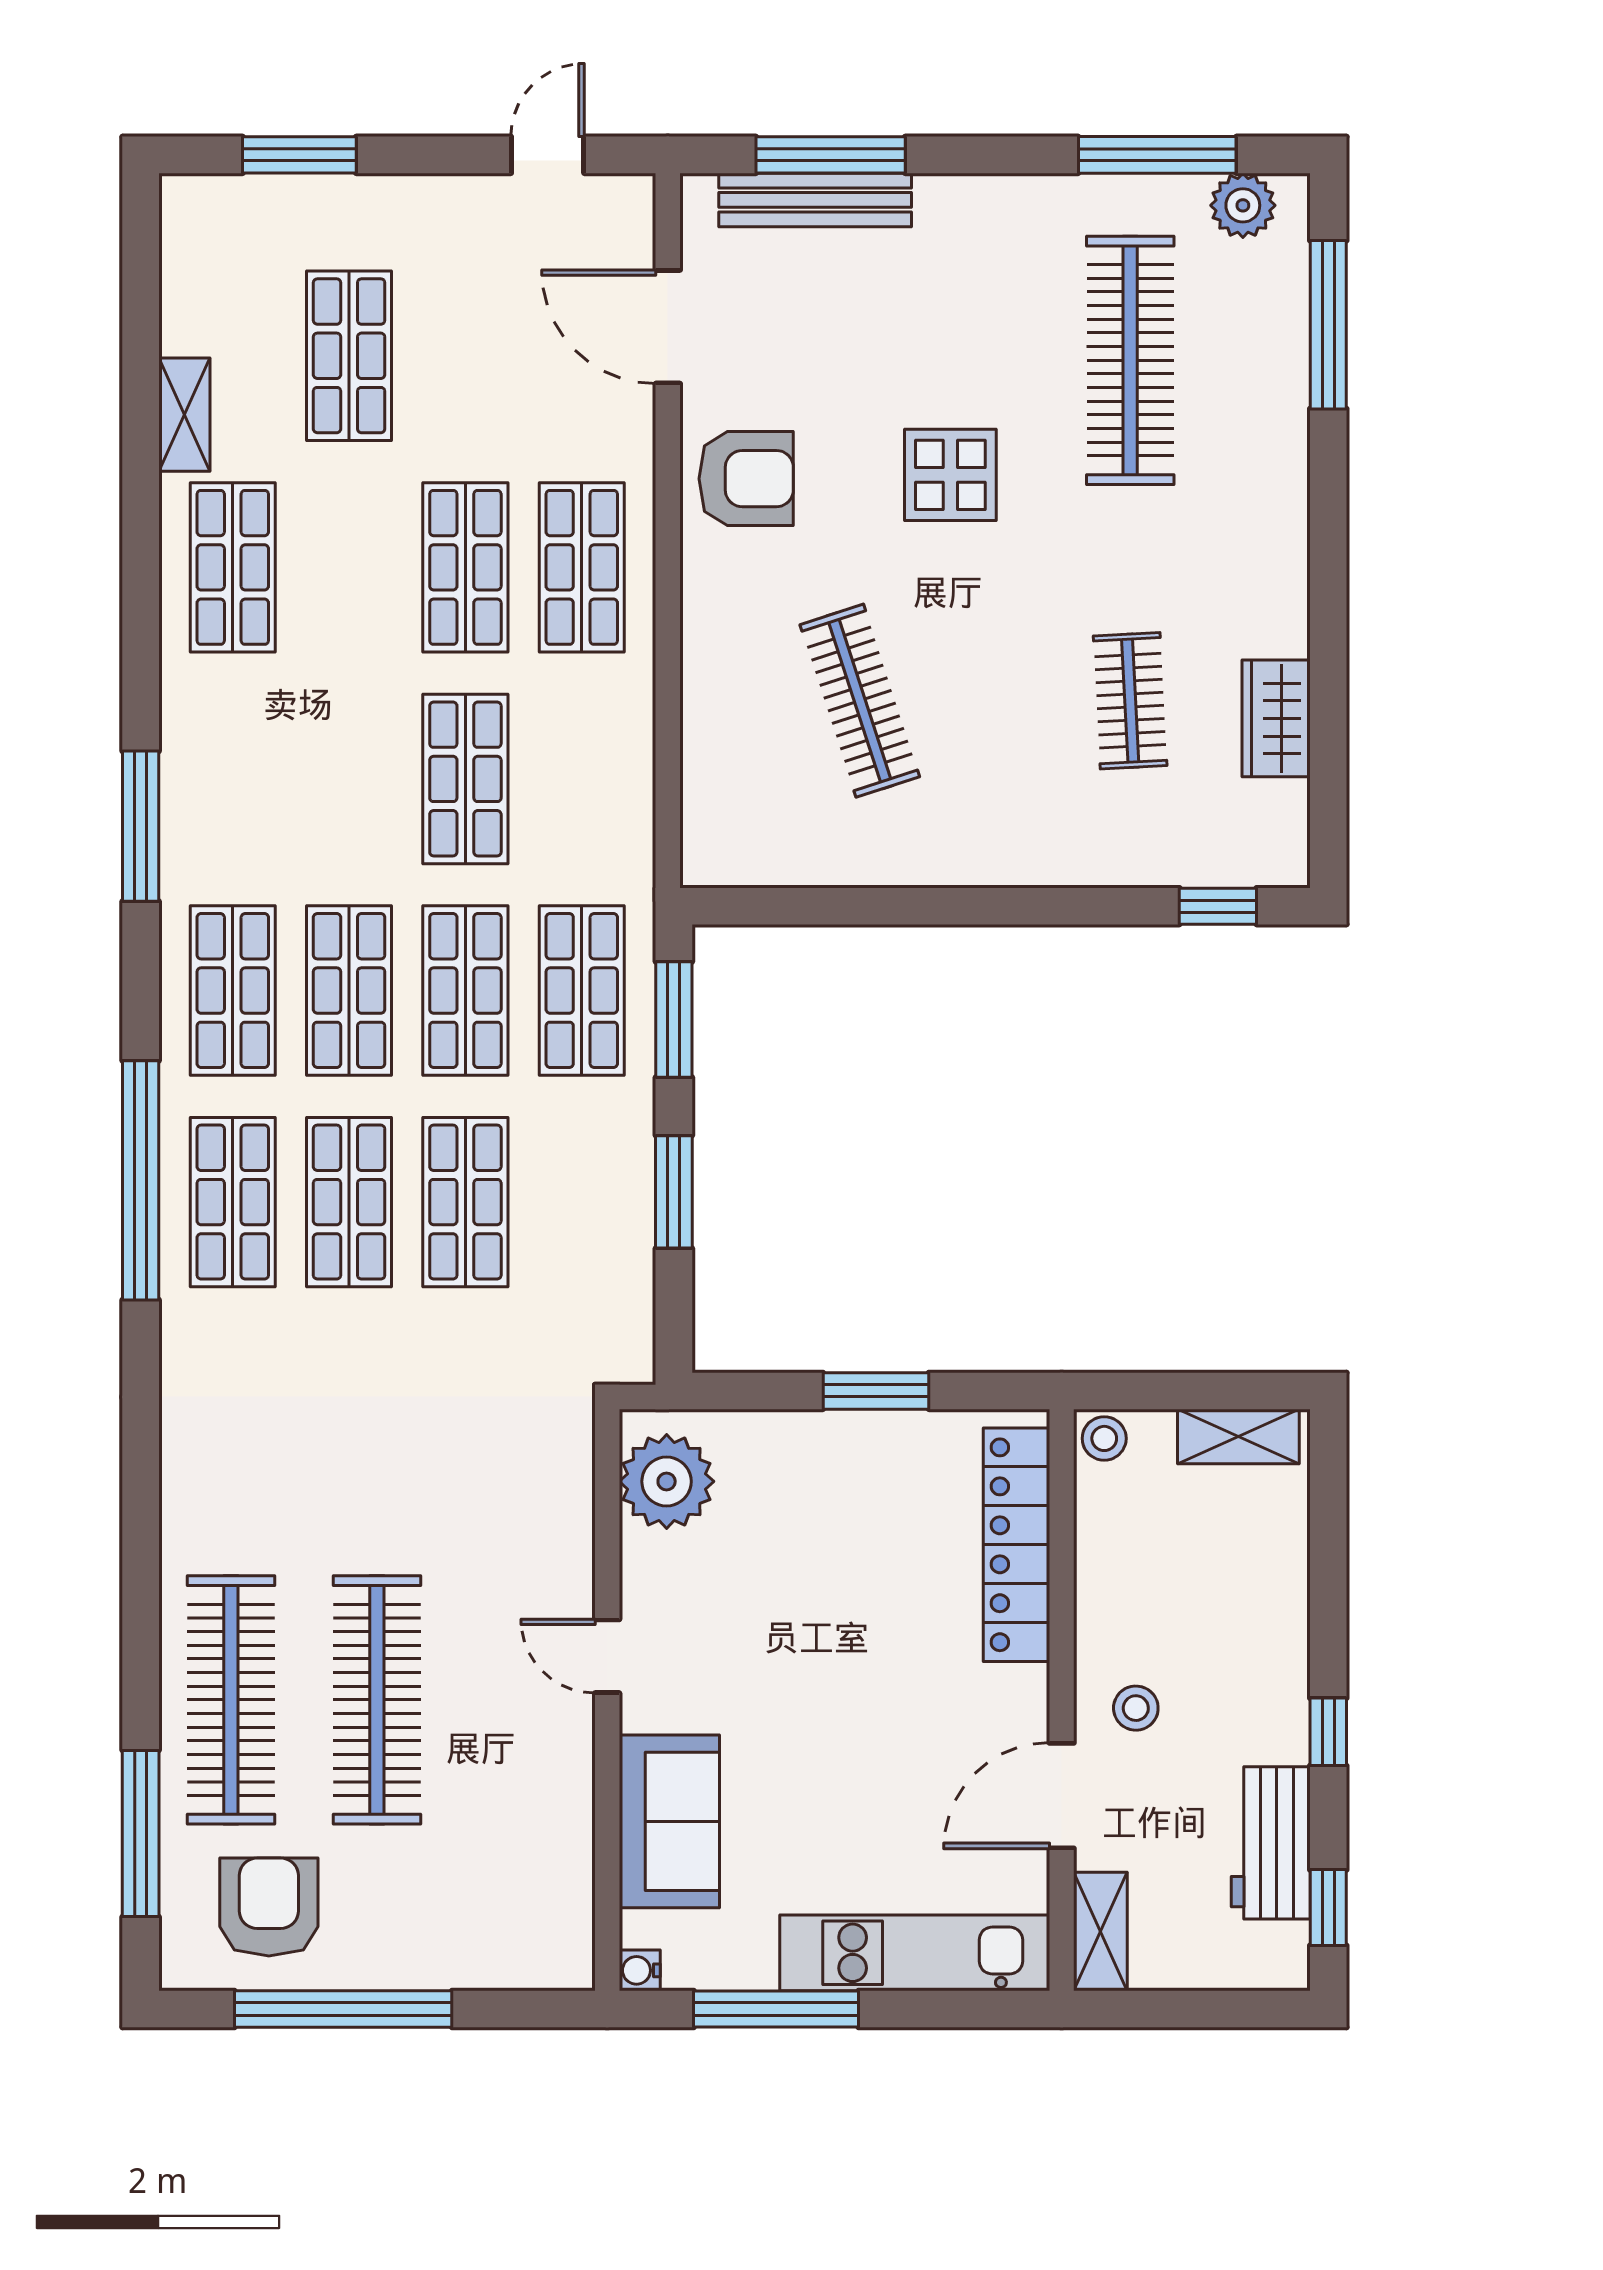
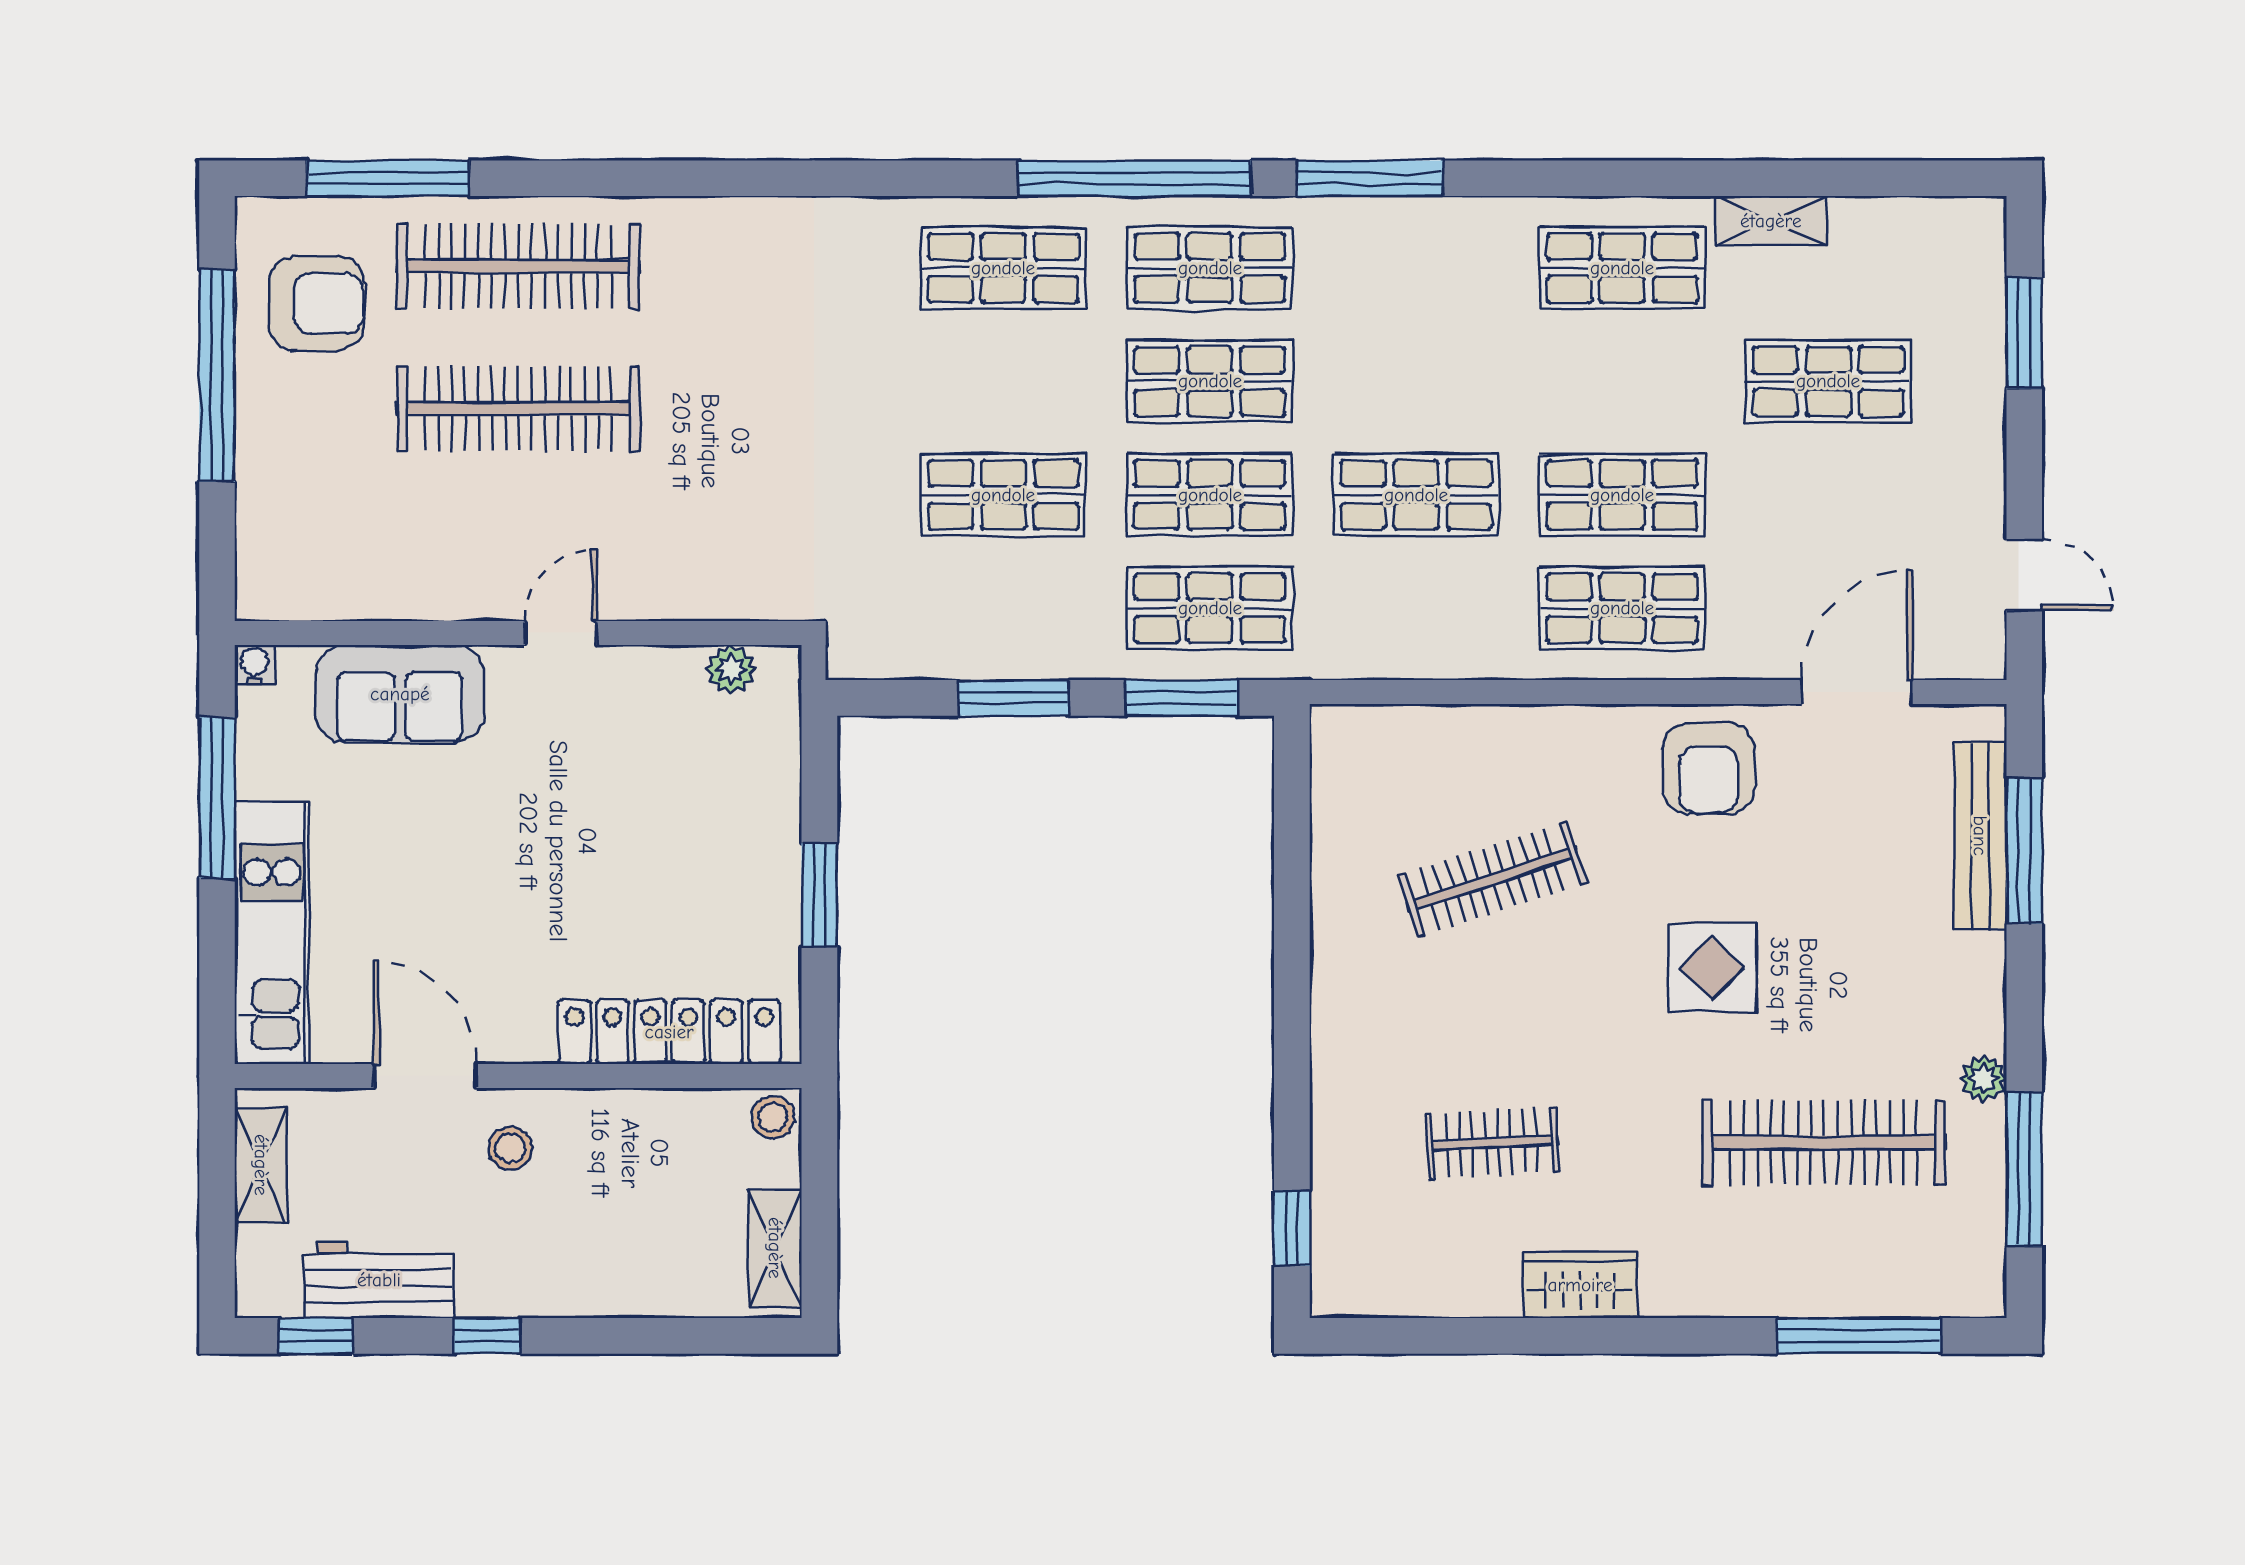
plant: (1243, 205) -> (1984, 1079), moved, width x0.73, depth x0.73
wardrobe: (1276, 718) -> (1580, 1285), moved
window: (141, 1180) -> (1135, 178), moved
shop shelf: (349, 1202) -> (1003, 381), removed
plant: (667, 1481) -> (731, 669), width x0.53, depth x0.53
shelving: (1100, 1932) -> (261, 1165), moved, turned 90

